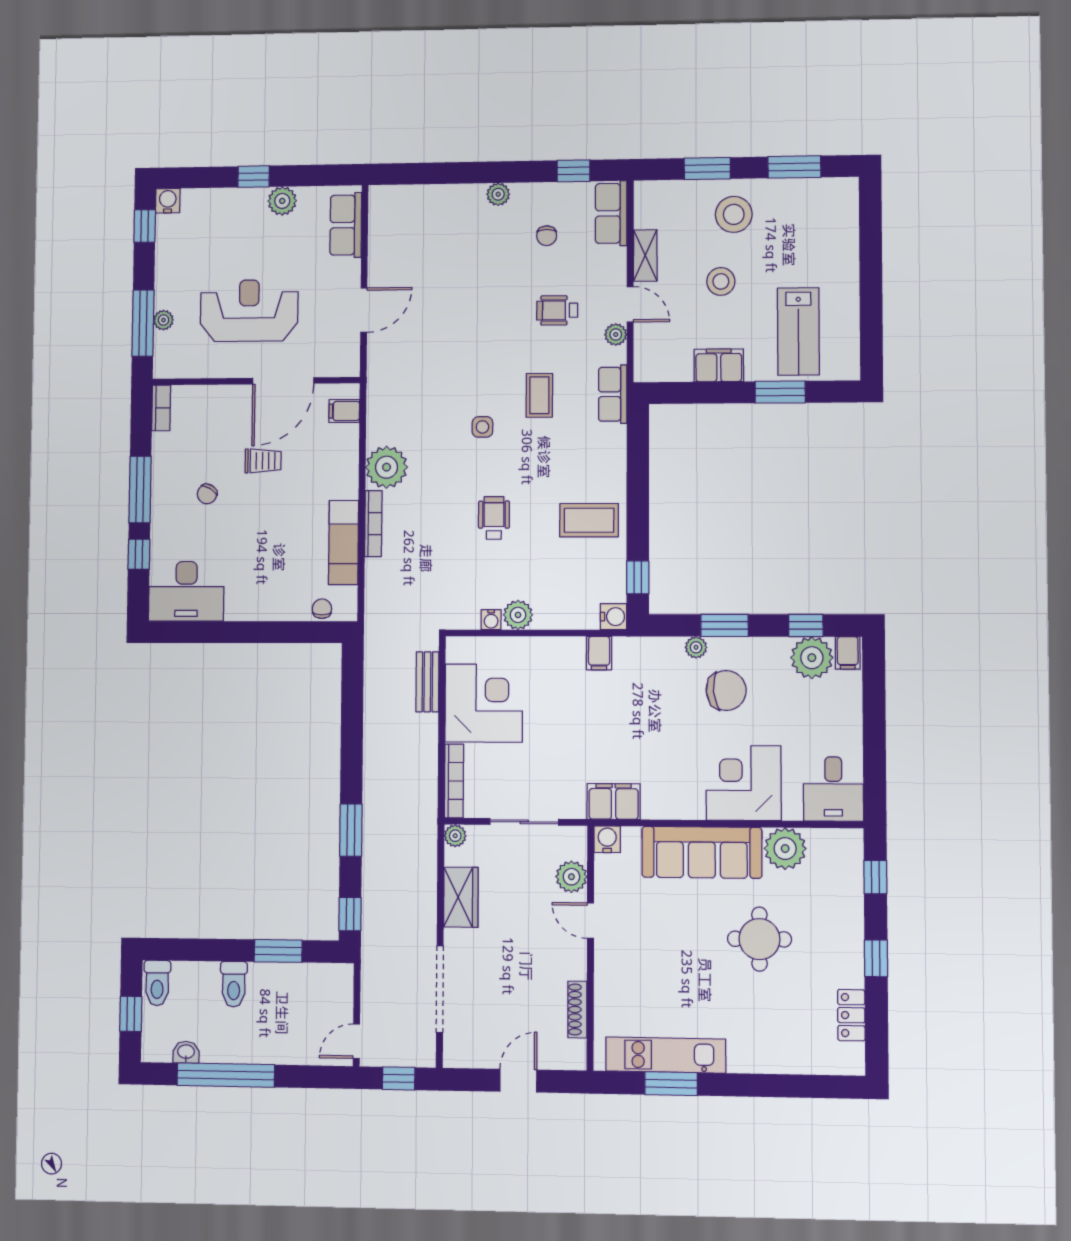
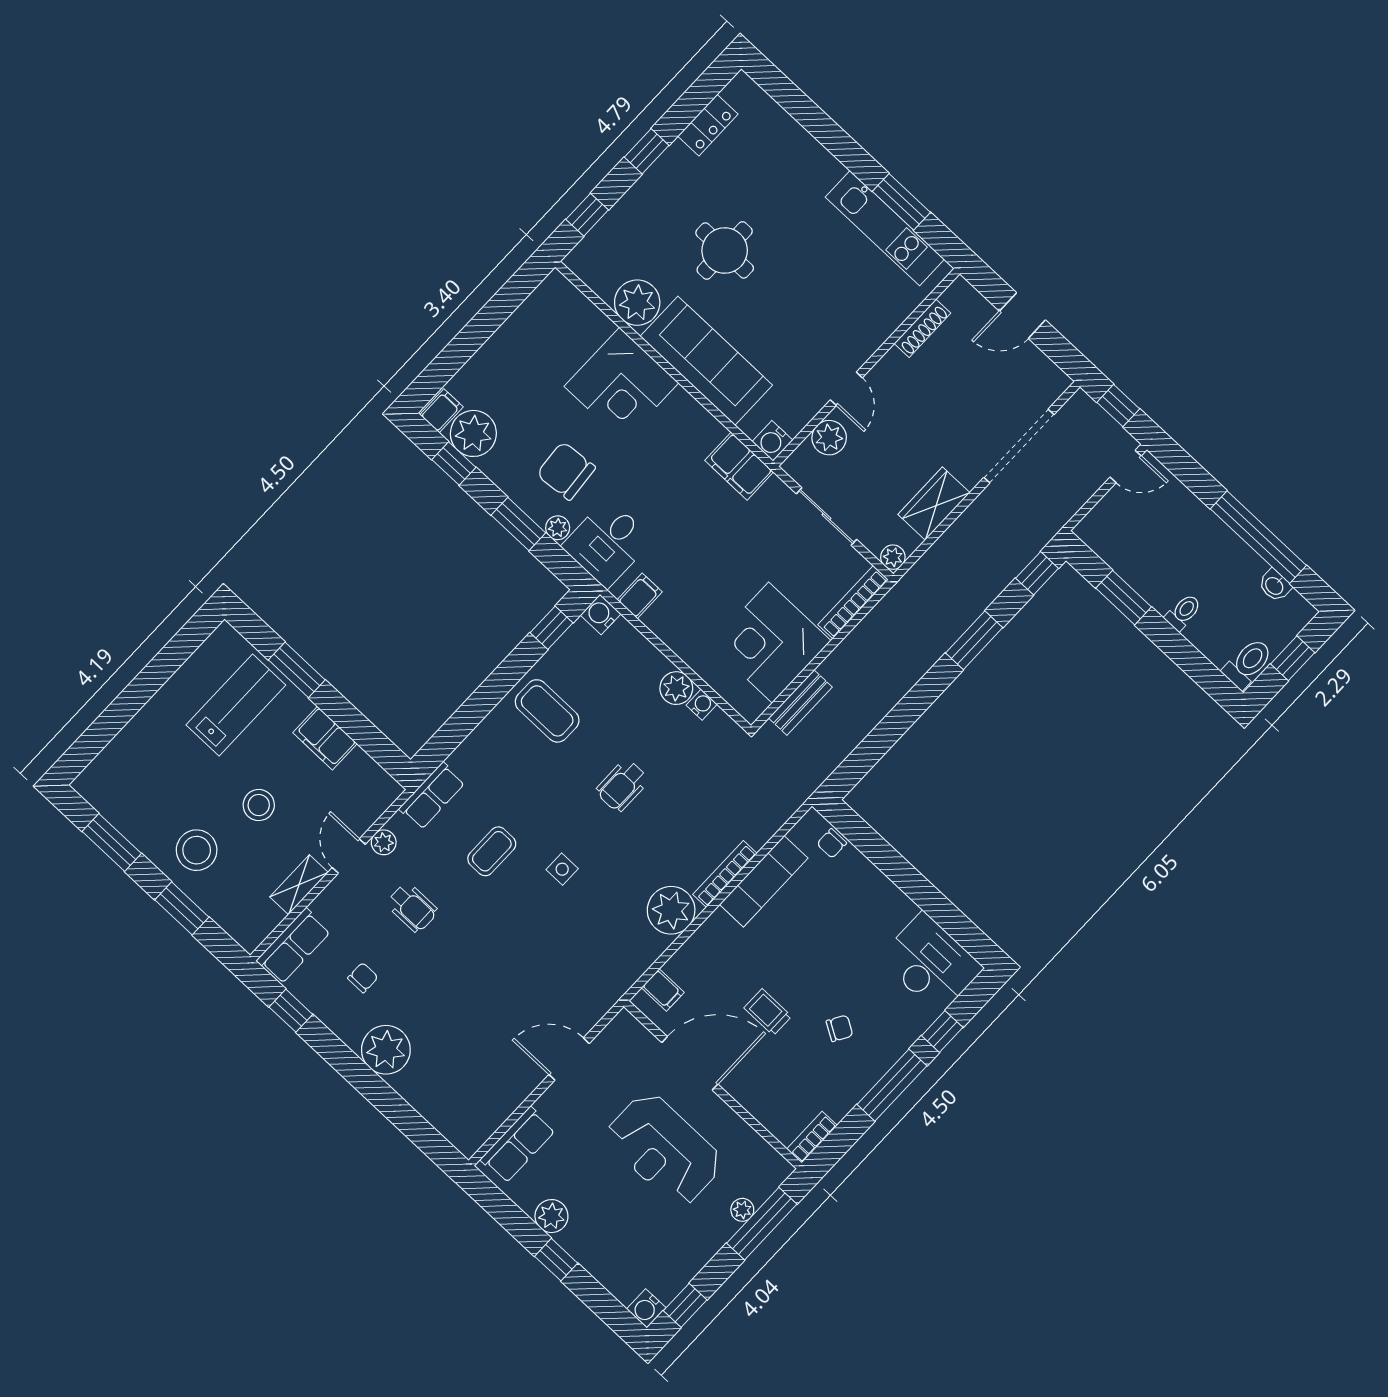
plant: (498, 194) -> (386, 1050), width x1.88, depth x1.88
desk: (833, 789) -> (607, 543), moved, turned 180
toilet: (234, 984) -> (1183, 612), width x0.73, depth x0.72

